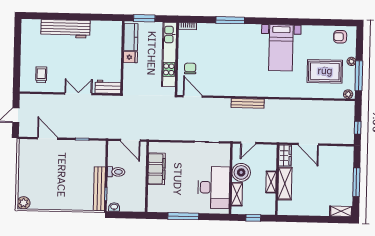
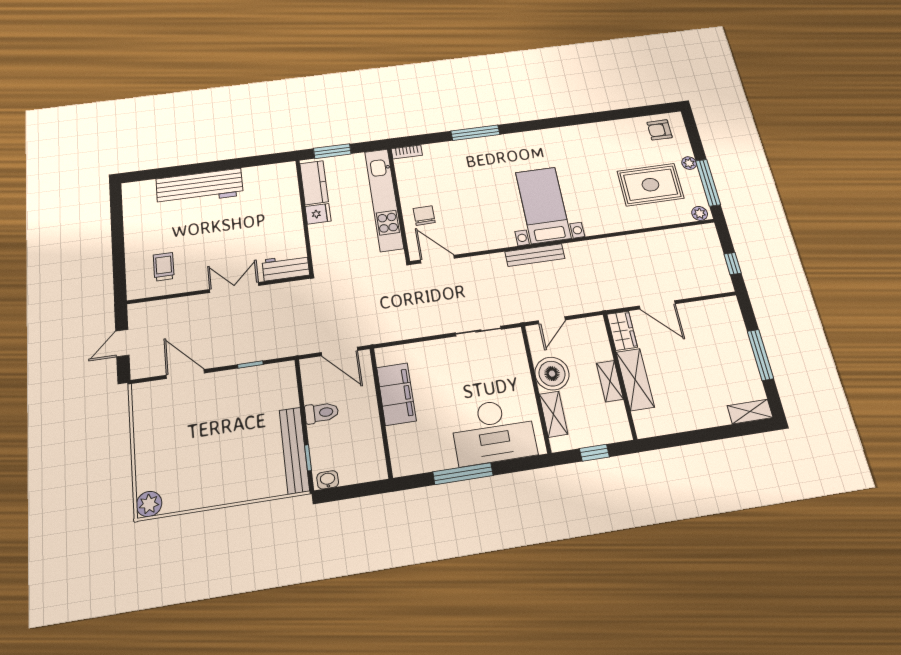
bed with nightstands: (281, 48) -> (543, 205), moved, turned 180
desk: (214, 187) -> (493, 432), moved, turned 90

